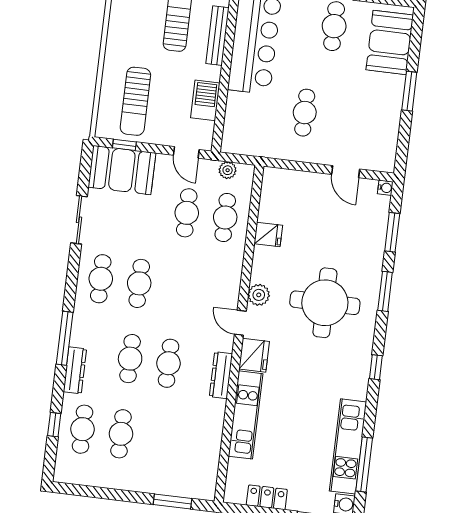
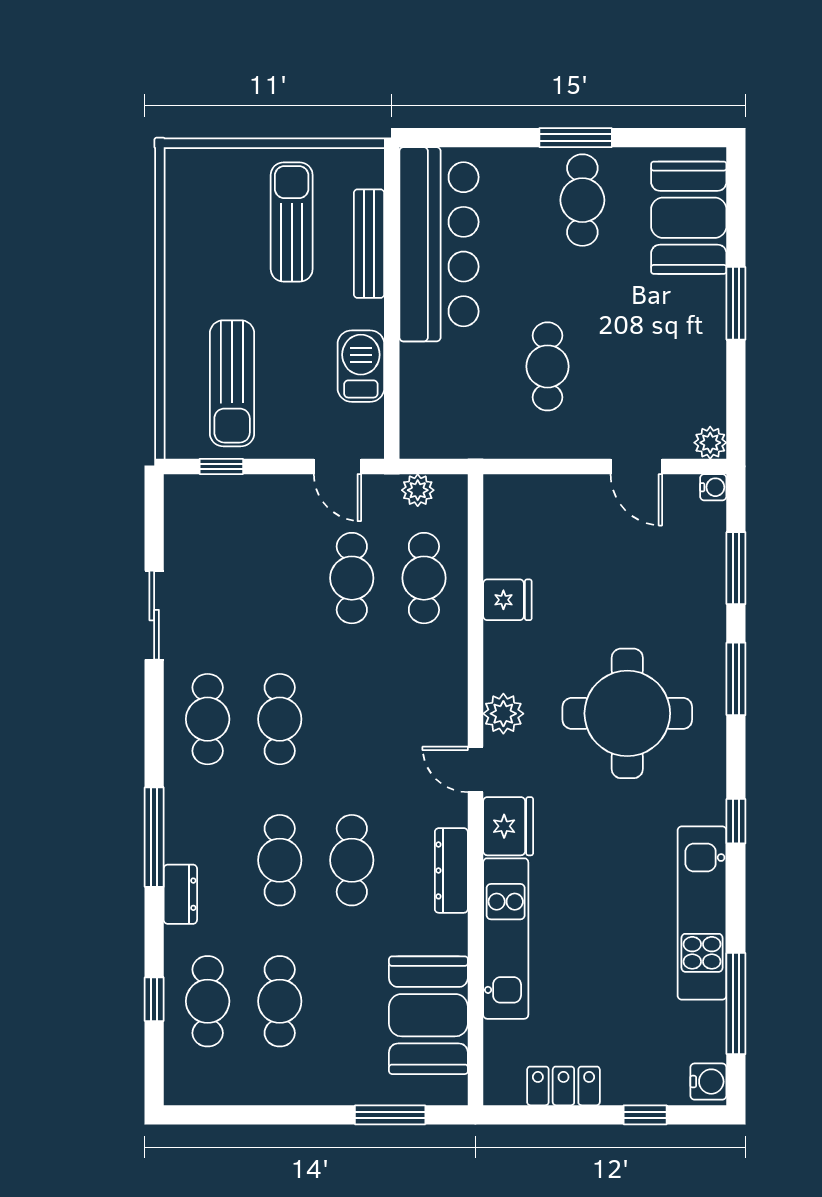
plant: (387, 164) -> (710, 443), added
booth: (122, 170) -> (428, 1015), moved, turned 90
dresser: (75, 370) -> (180, 894), width x0.70
kitchen unit: (348, 446) -> (702, 913), moved

